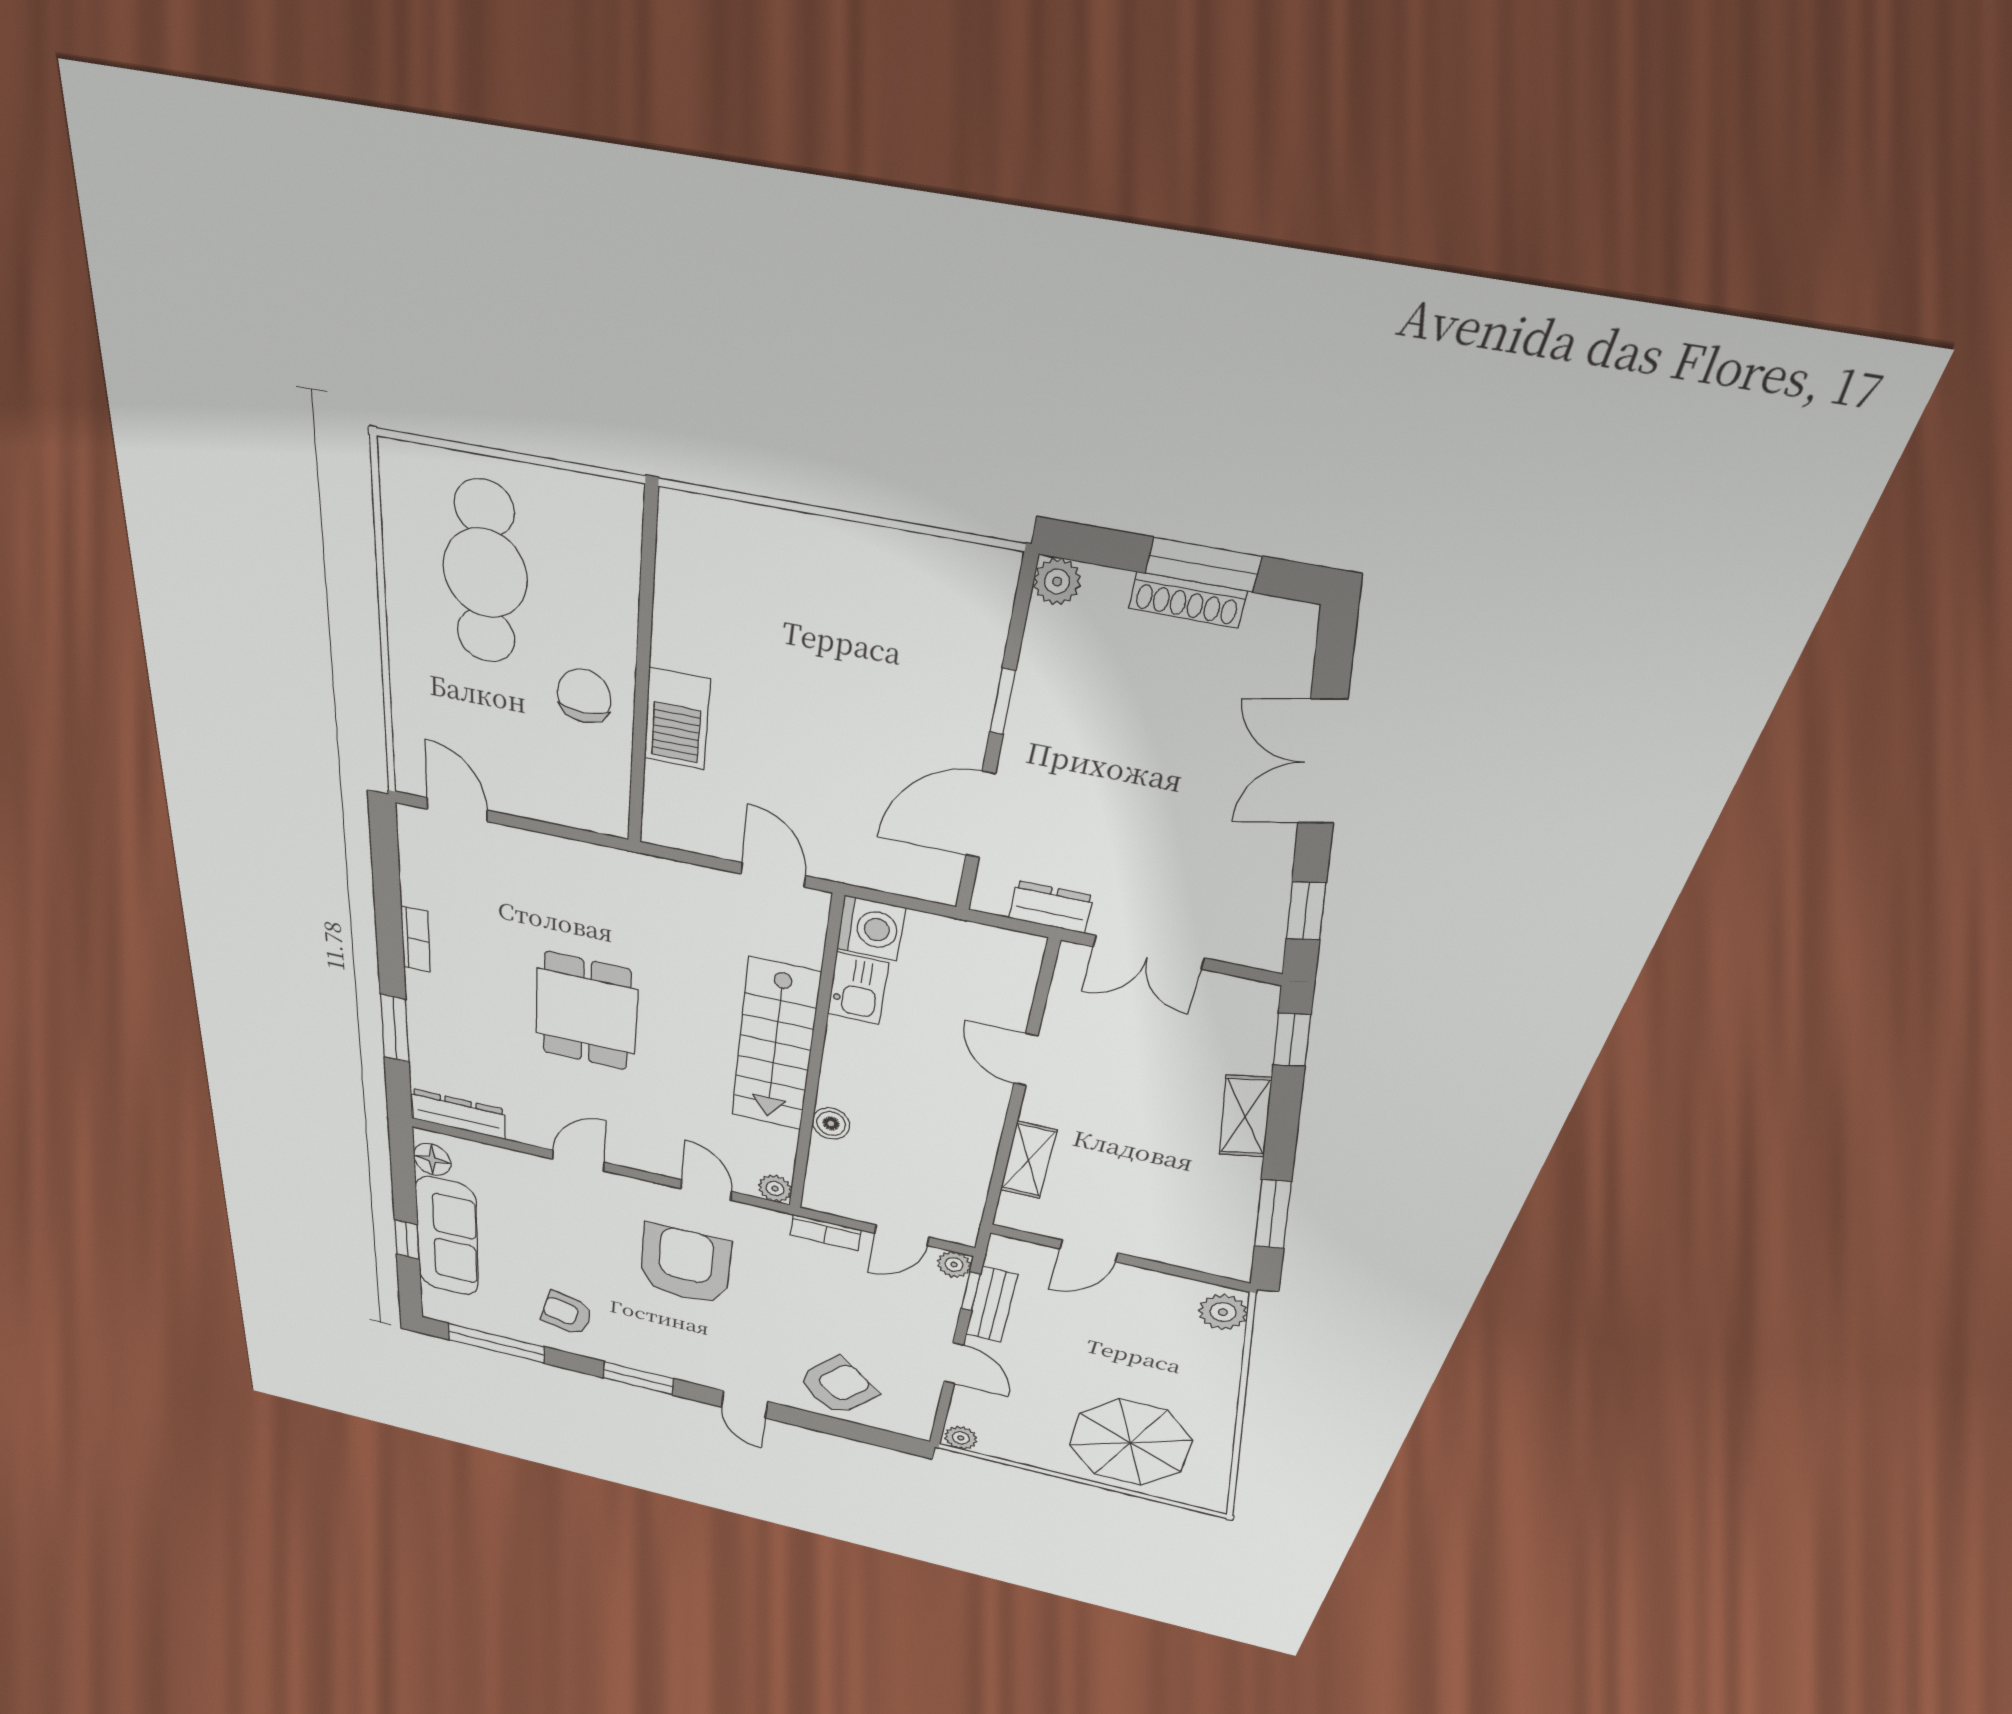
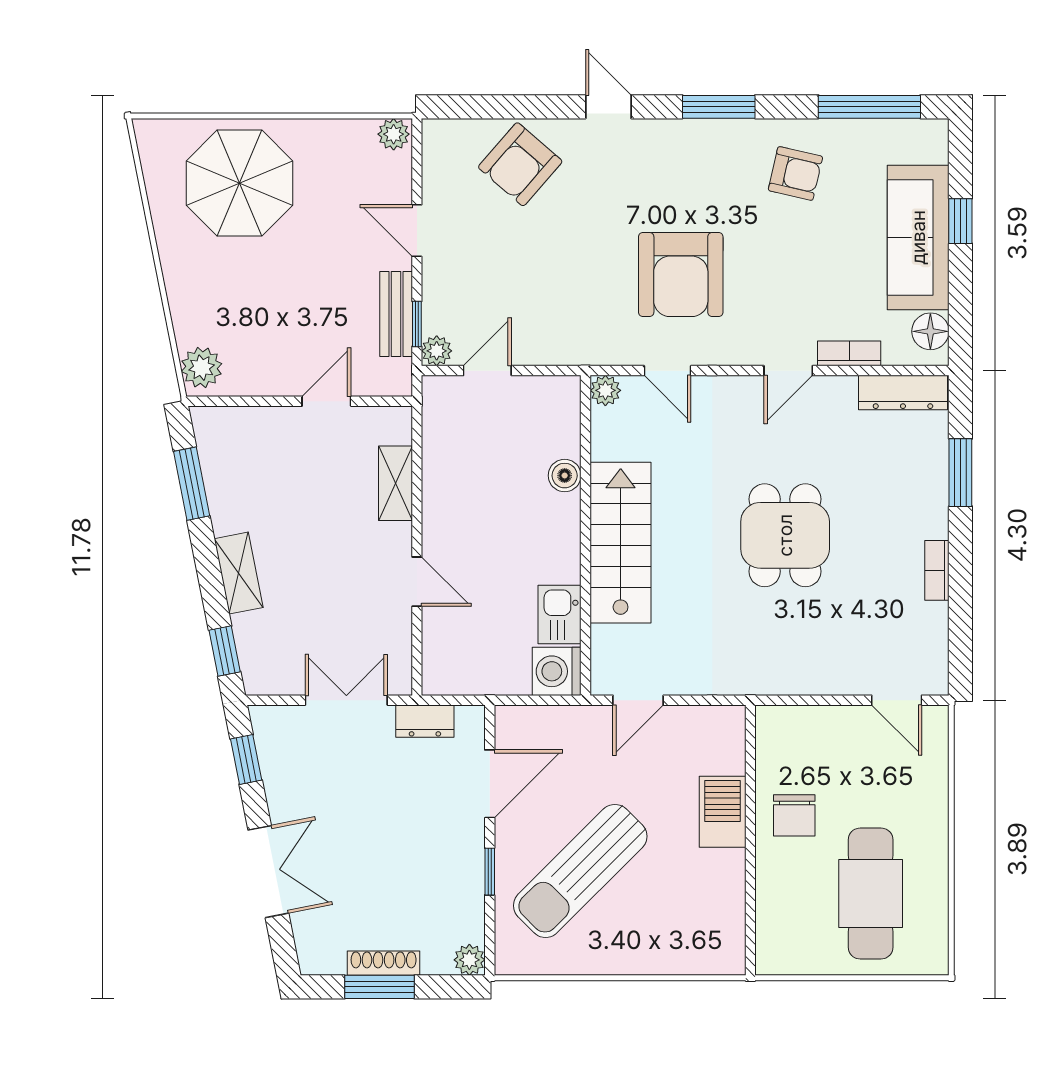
sun lounger: (876, 678) -> (580, 871), added
door: (773, 875) -> (638, 700), hinge flipped
bookcase: (826, 1232) -> (849, 353), moved

